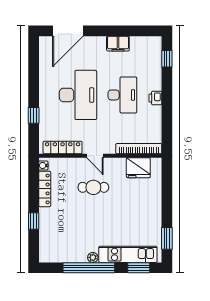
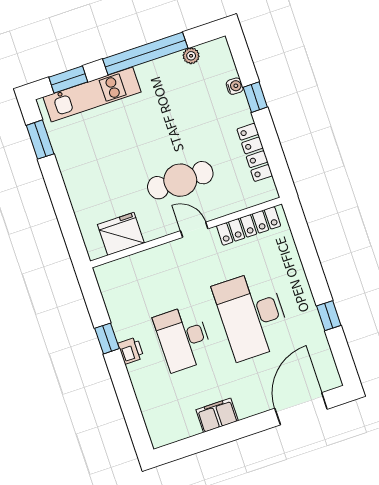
window: (167, 59) -> (107, 338), moved
window: (34, 115) -> (329, 316), moved
bookcase: (139, 149) -> (130, 264), removed
water cooler: (43, 165) -> (235, 86), moved
cafe table: (93, 187) -> (180, 180), width x1.37, depth x1.35
plant: (93, 257) -> (191, 56), moved

